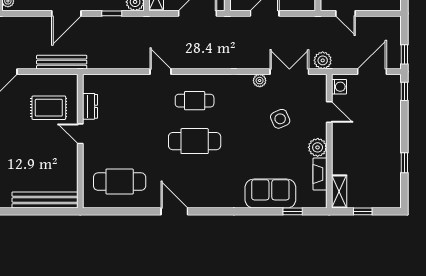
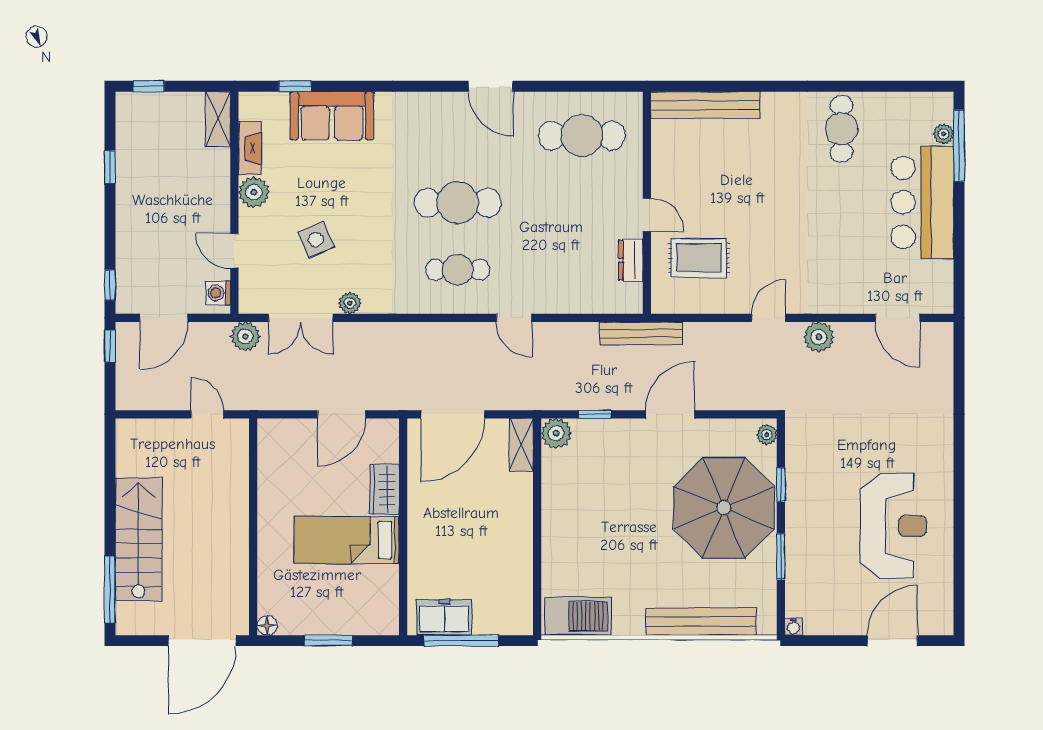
bench: (62, 62) -> (641, 333), moved
window: (363, 211) -> (149, 86), moved

